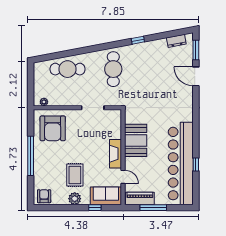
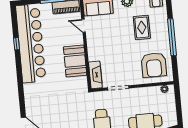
armchair: (53, 128) -> (154, 65), turned 180
fireplace: (116, 154) -> (95, 75), moved
rug: (75, 175) -> (142, 27), moved

